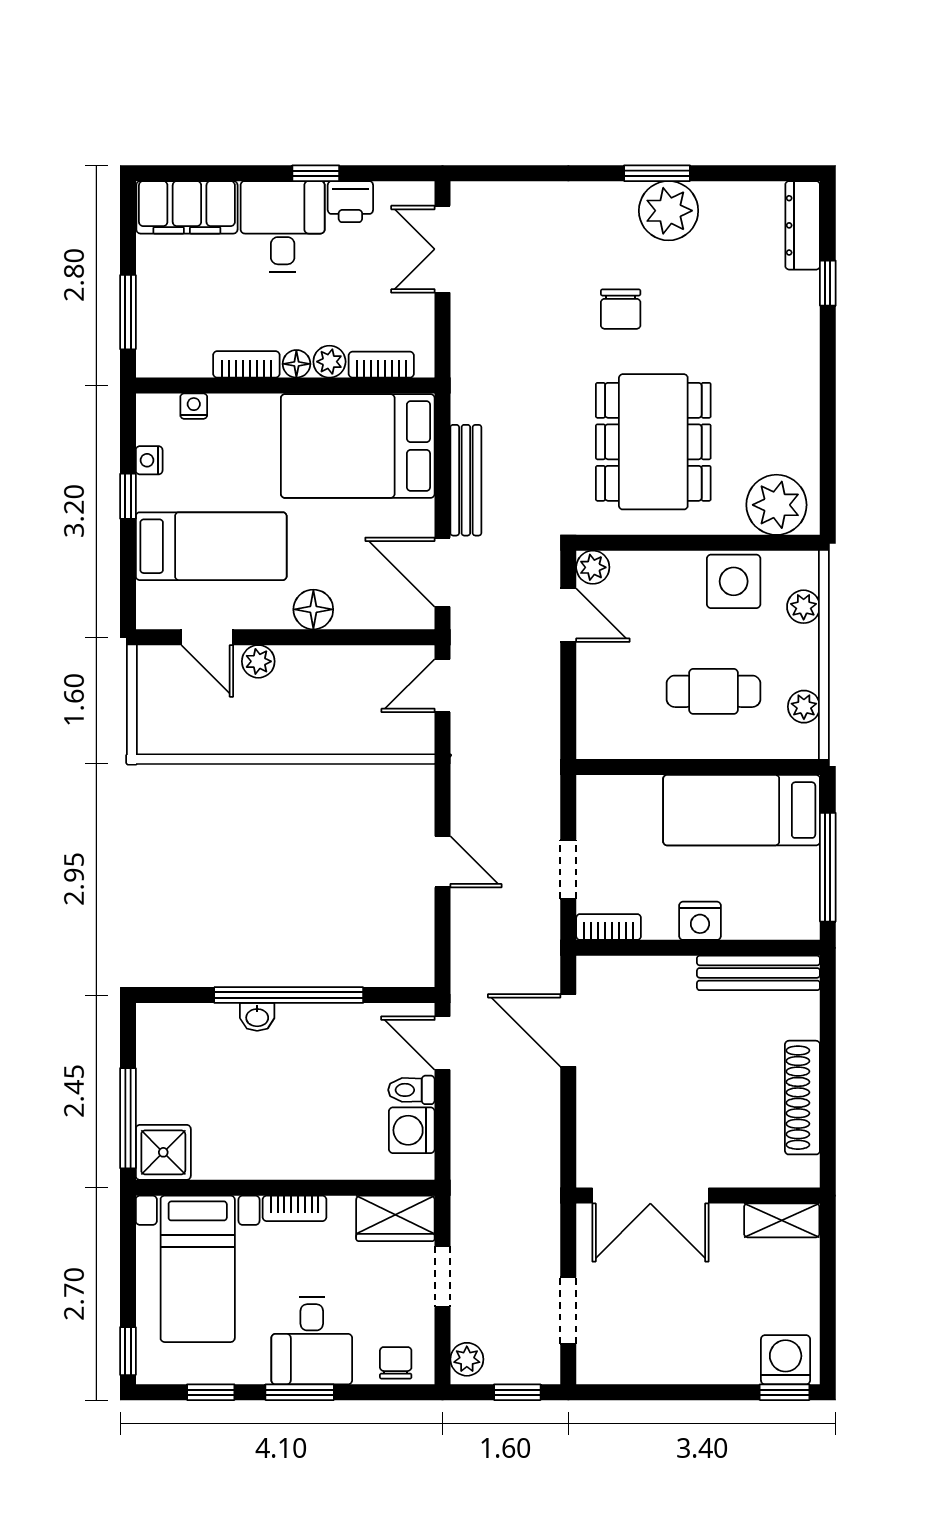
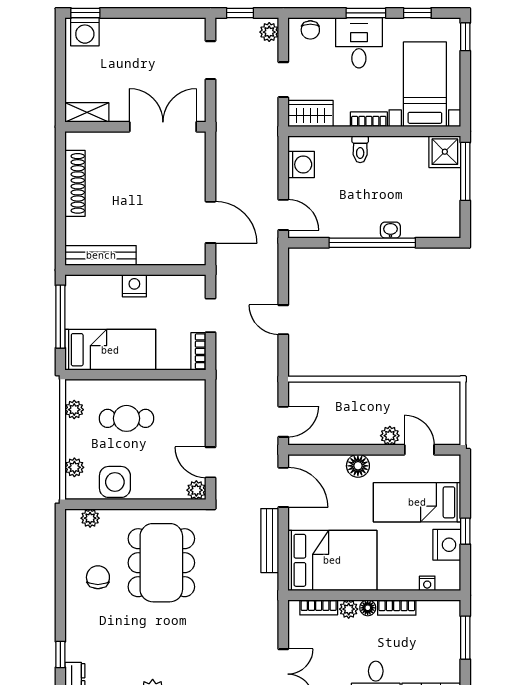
chair: (621, 309) -> (98, 577), moved
nightstand: (149, 460) -> (447, 545), width x1.89, depth x1.79
plant: (776, 505) -> (90, 518), width x0.53, depth x0.53
bookcase: (609, 927) -> (198, 351), moved, turned 90
toilet: (411, 1090) -> (360, 149), moved, turned 90

